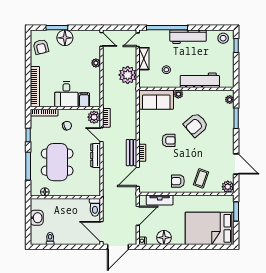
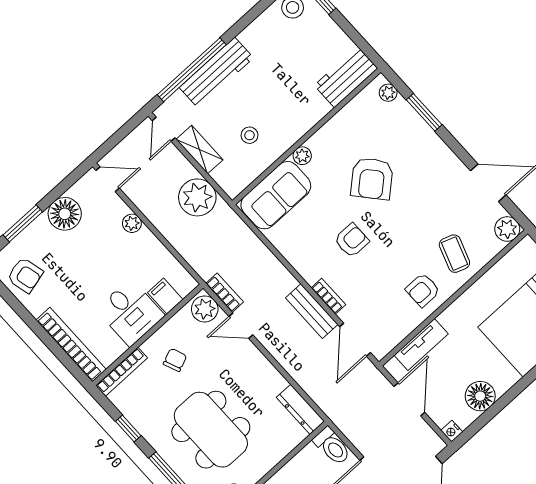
workbench: (188, 37) -> (216, 73), moved
floor lamp: (65, 38) -> (65, 214), moved
workbench: (200, 80) -> (346, 77), moved, width x0.73
dresser: (96, 155) -> (300, 409), moved

